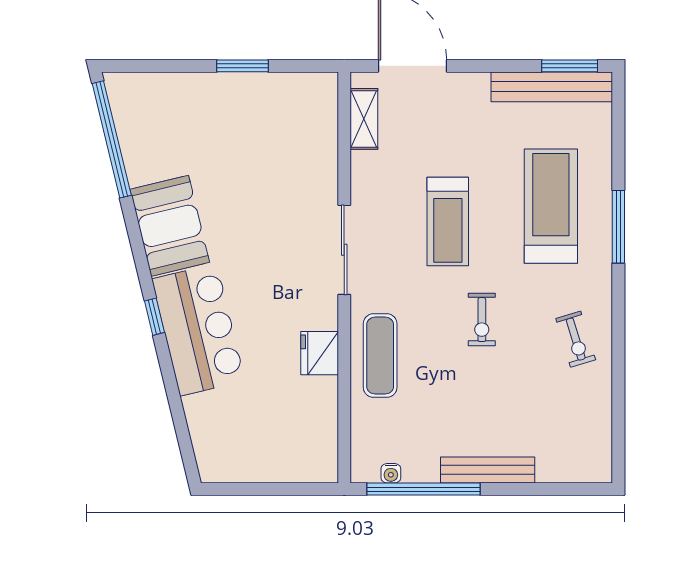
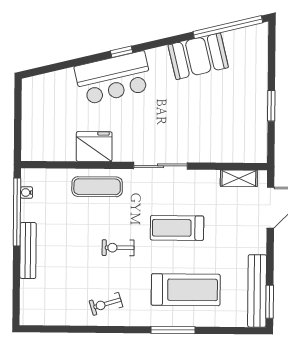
booth: (170, 226) -> (198, 56), moved
fridge: (320, 353) -> (94, 147), width x1.36, depth x1.34

